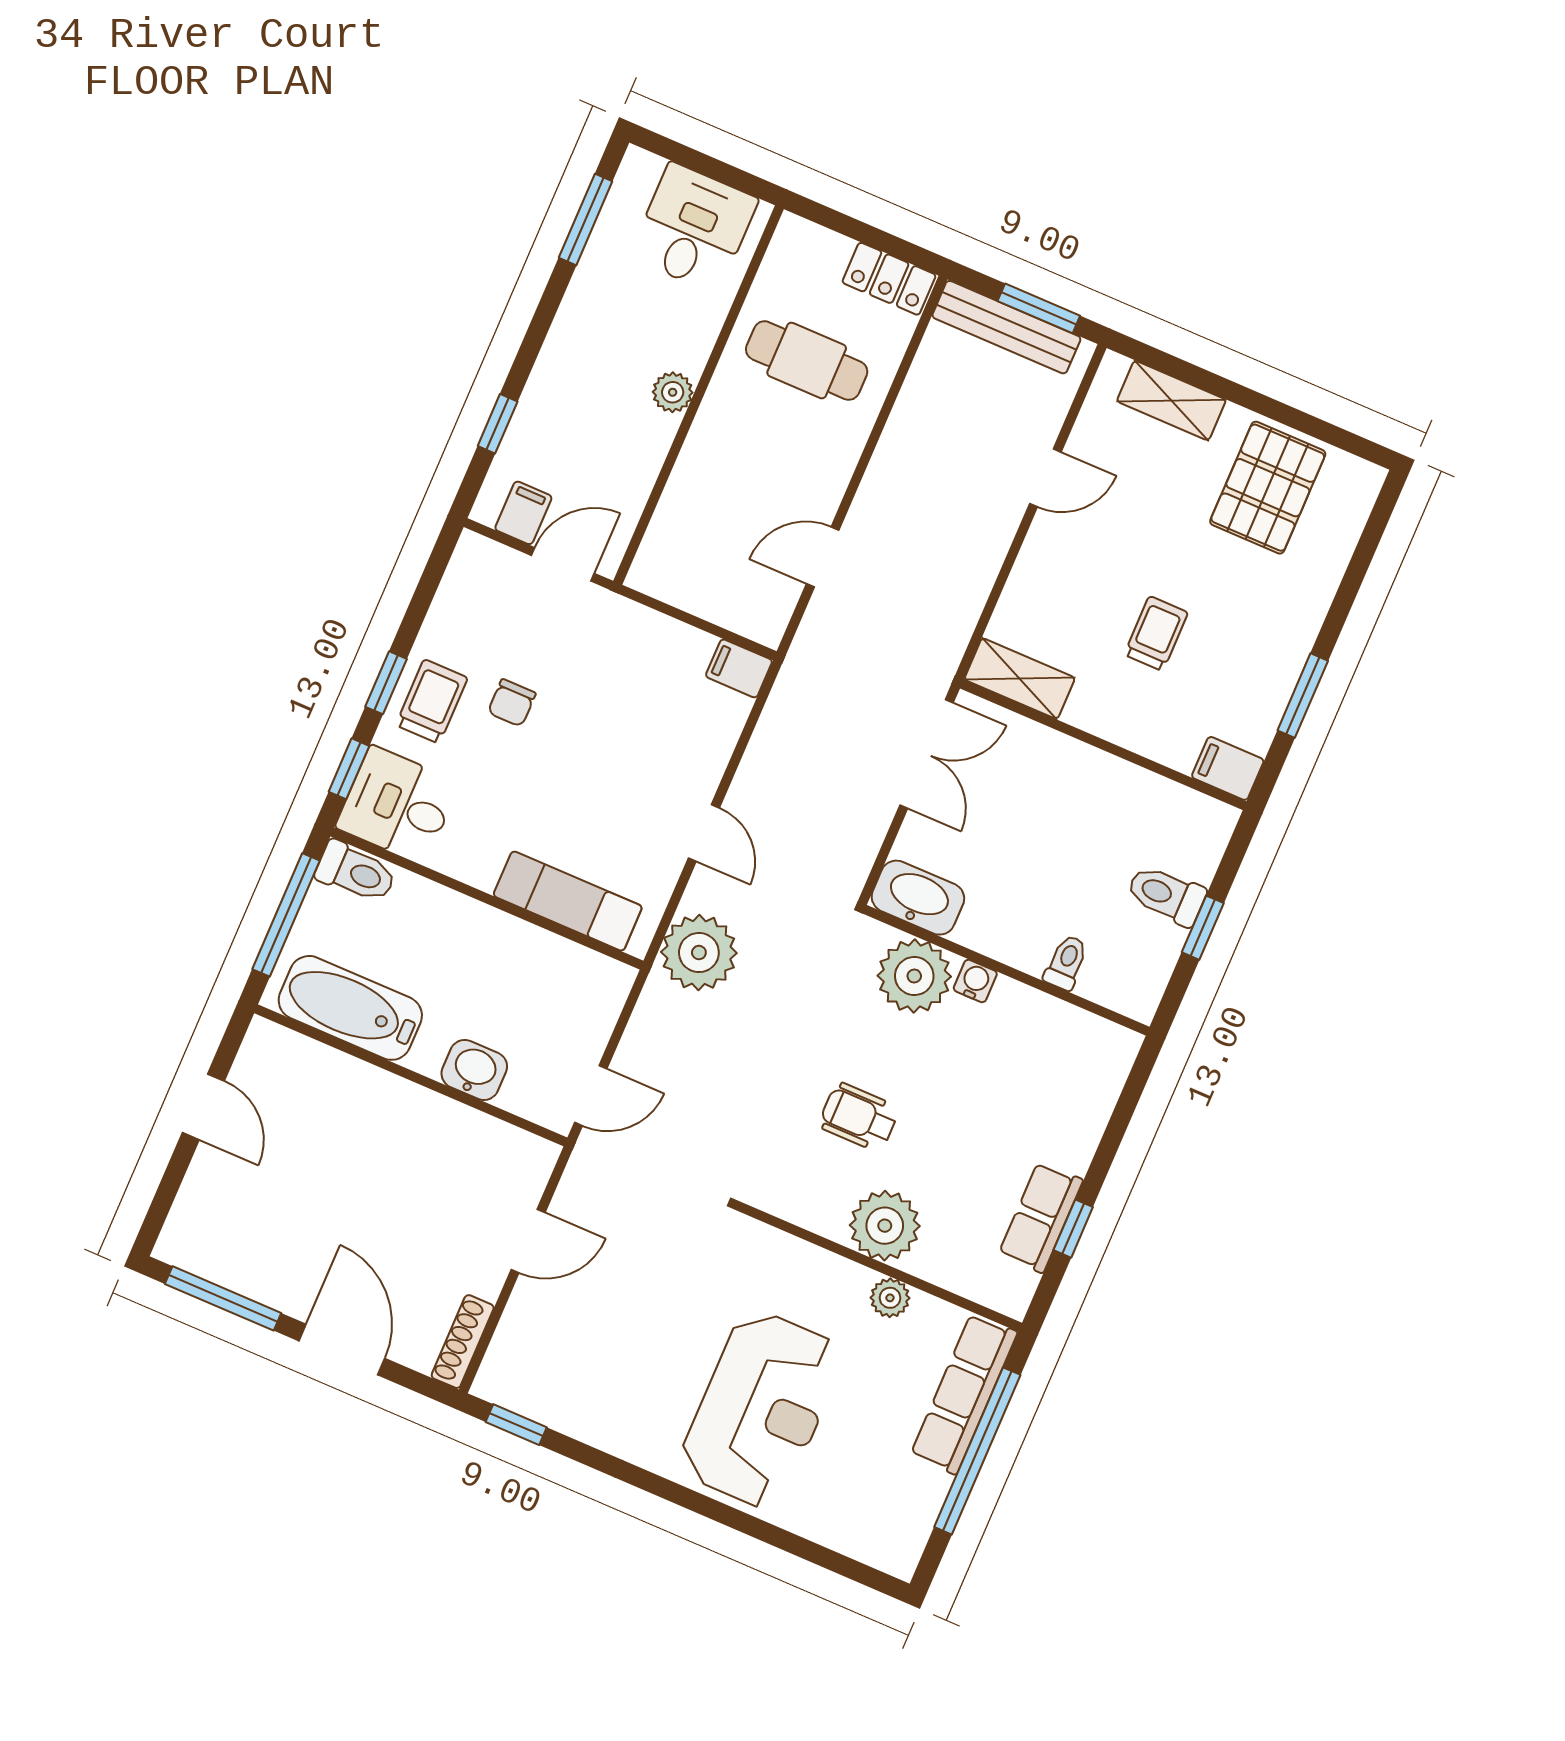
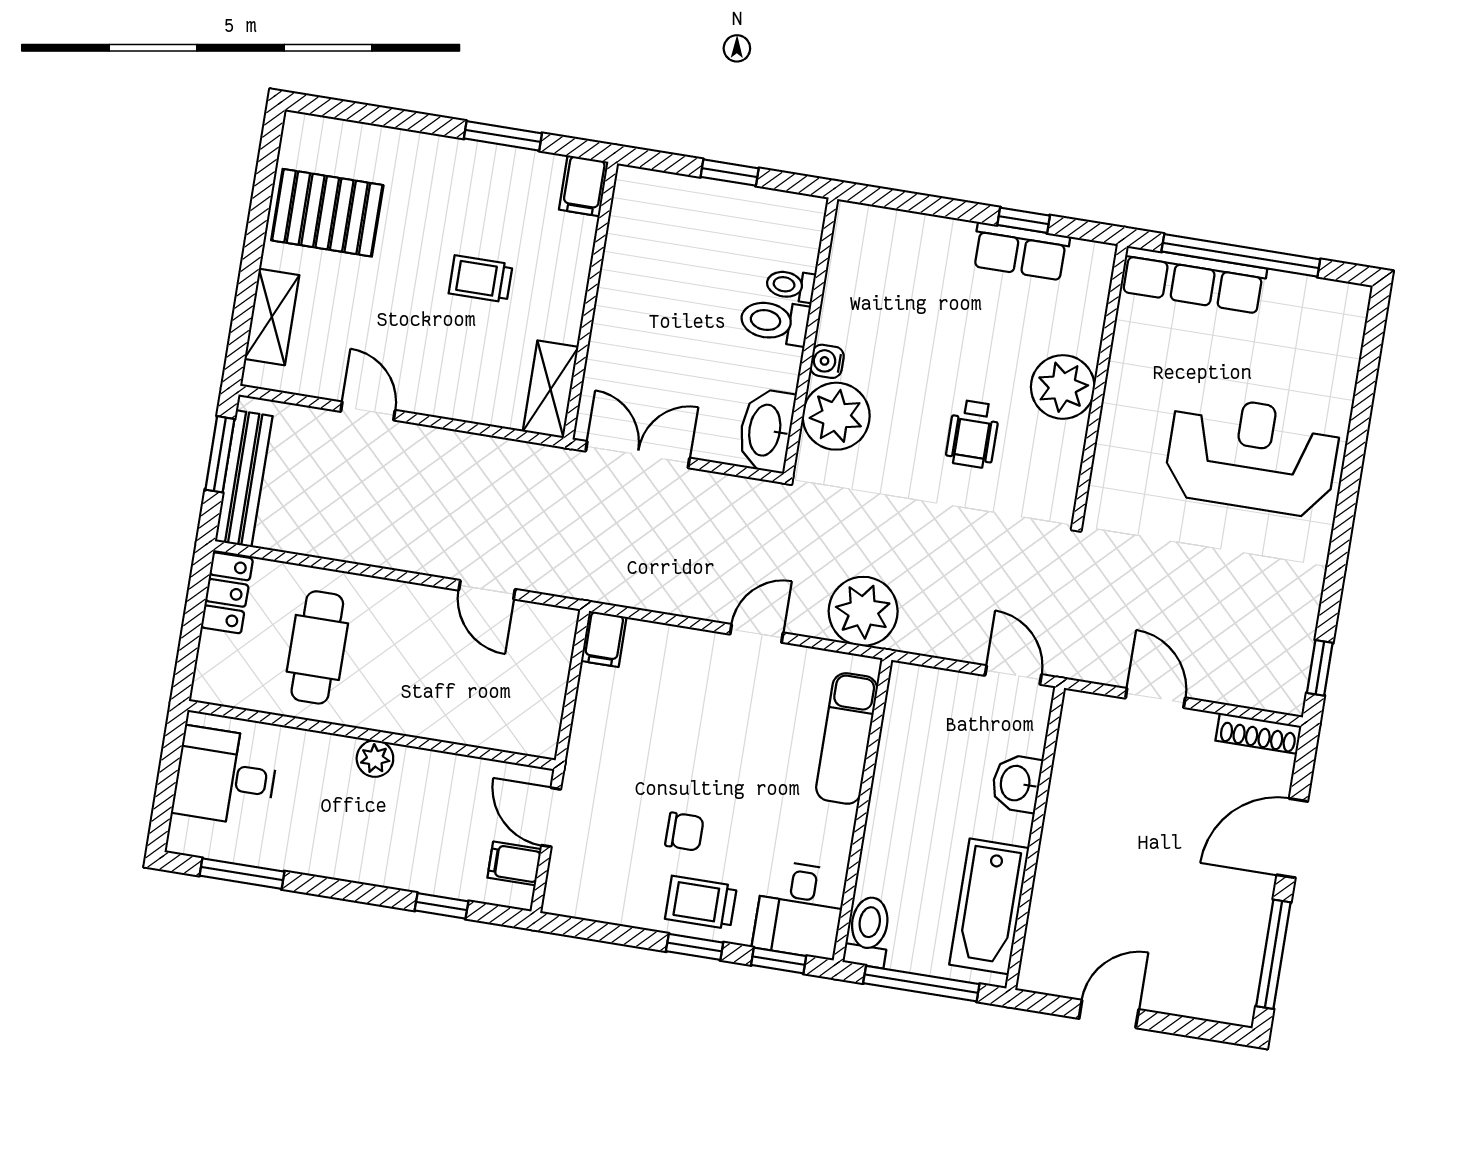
toilet: (1166, 895) -> (775, 322), moved, turned 90
plant: (890, 1298) -> (1125, 366), removed

